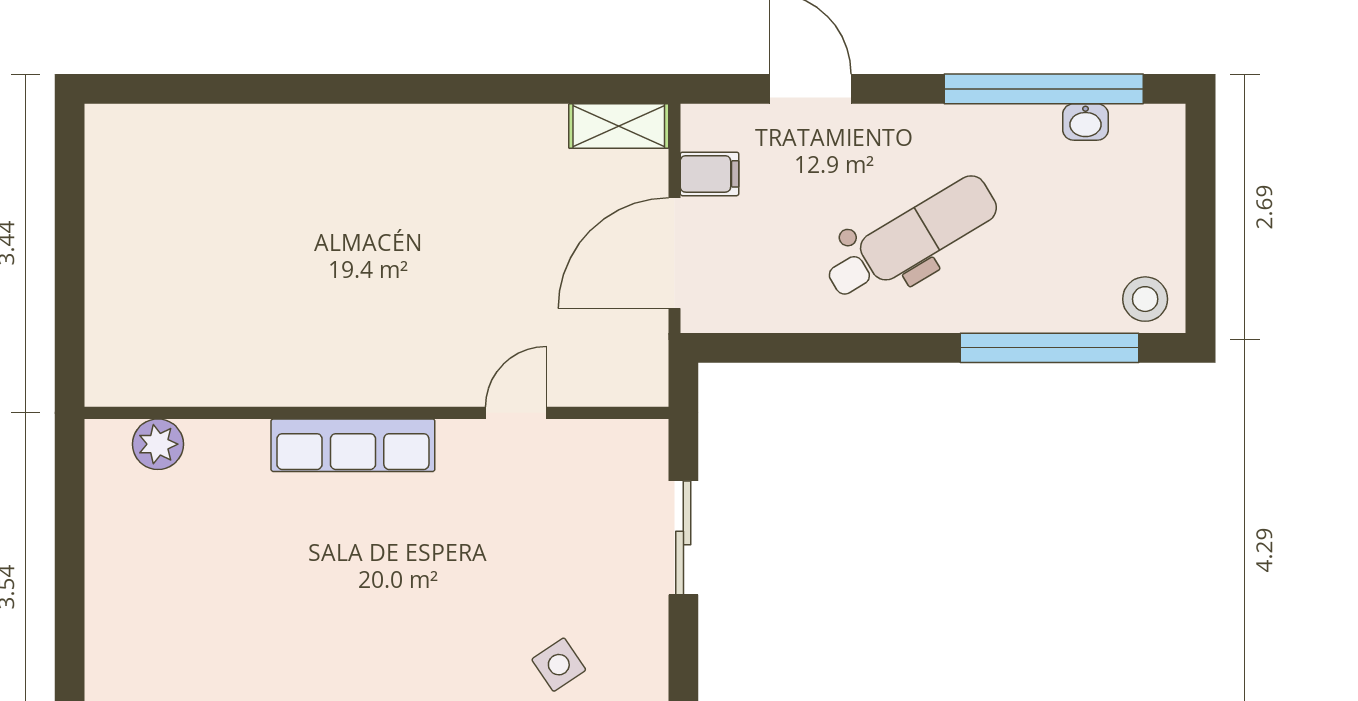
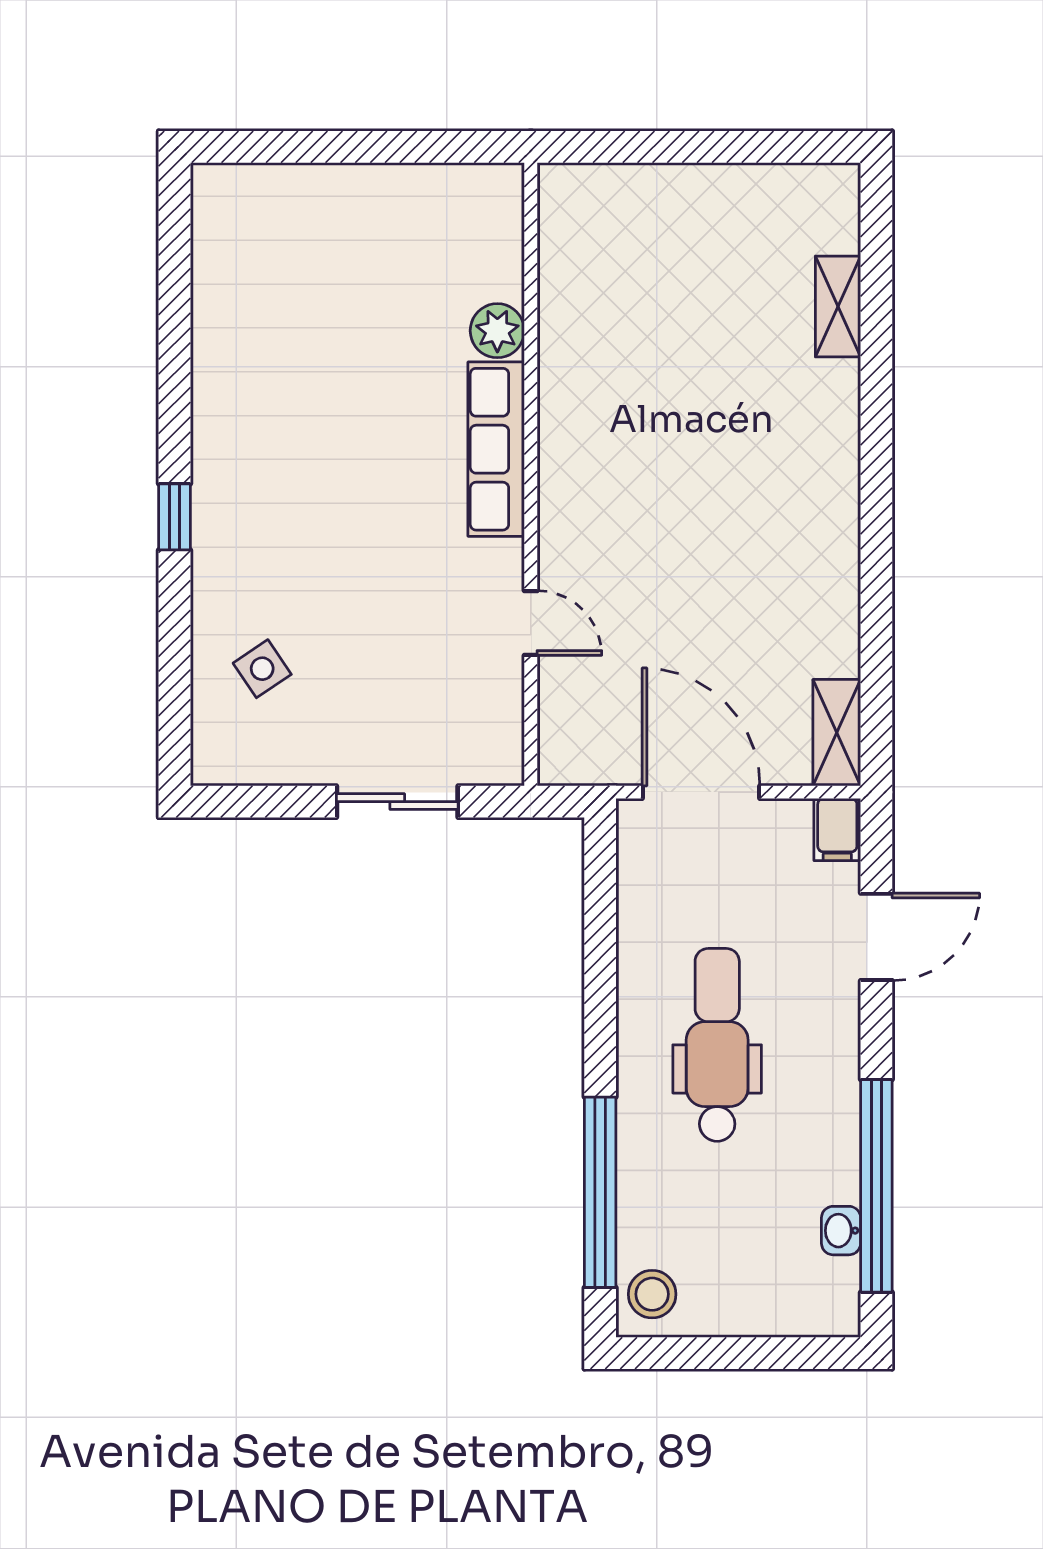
shelving: (219, 125) -> (838, 307), added
filing cabinet: (710, 174) -> (837, 830), moved
dental chair: (911, 238) -> (717, 1045), turned -149
plant: (158, 444) -> (497, 331), moved

